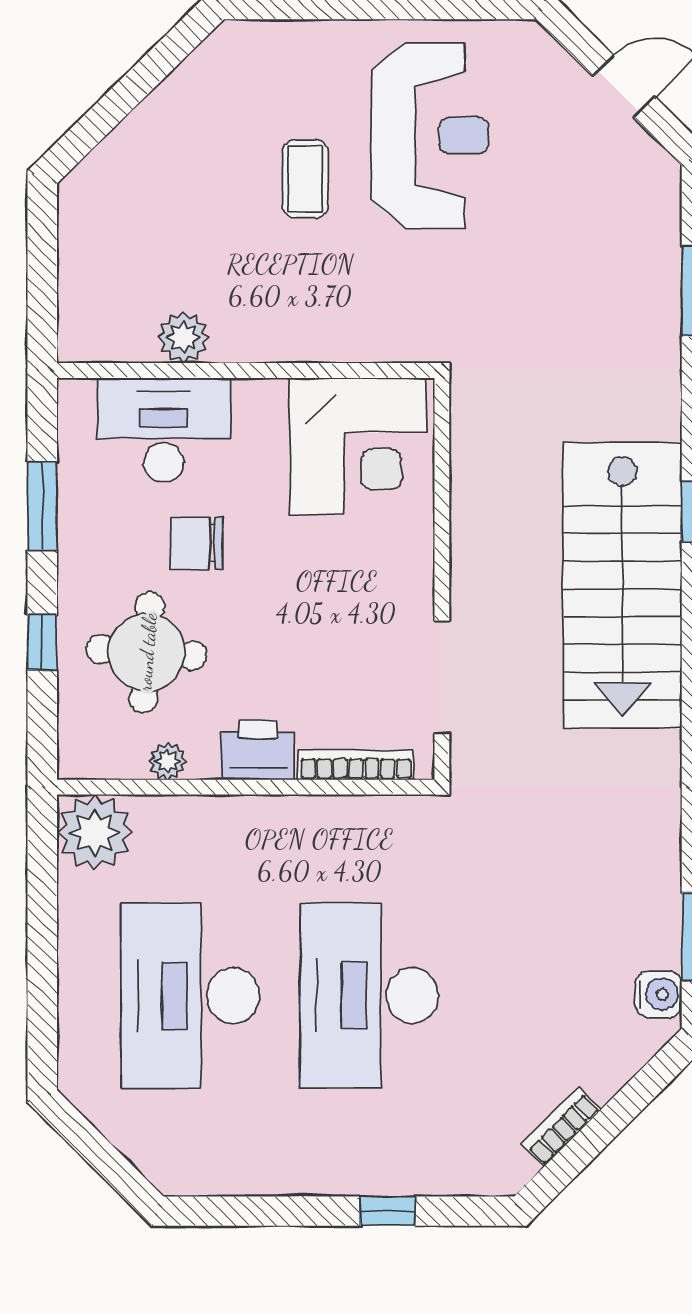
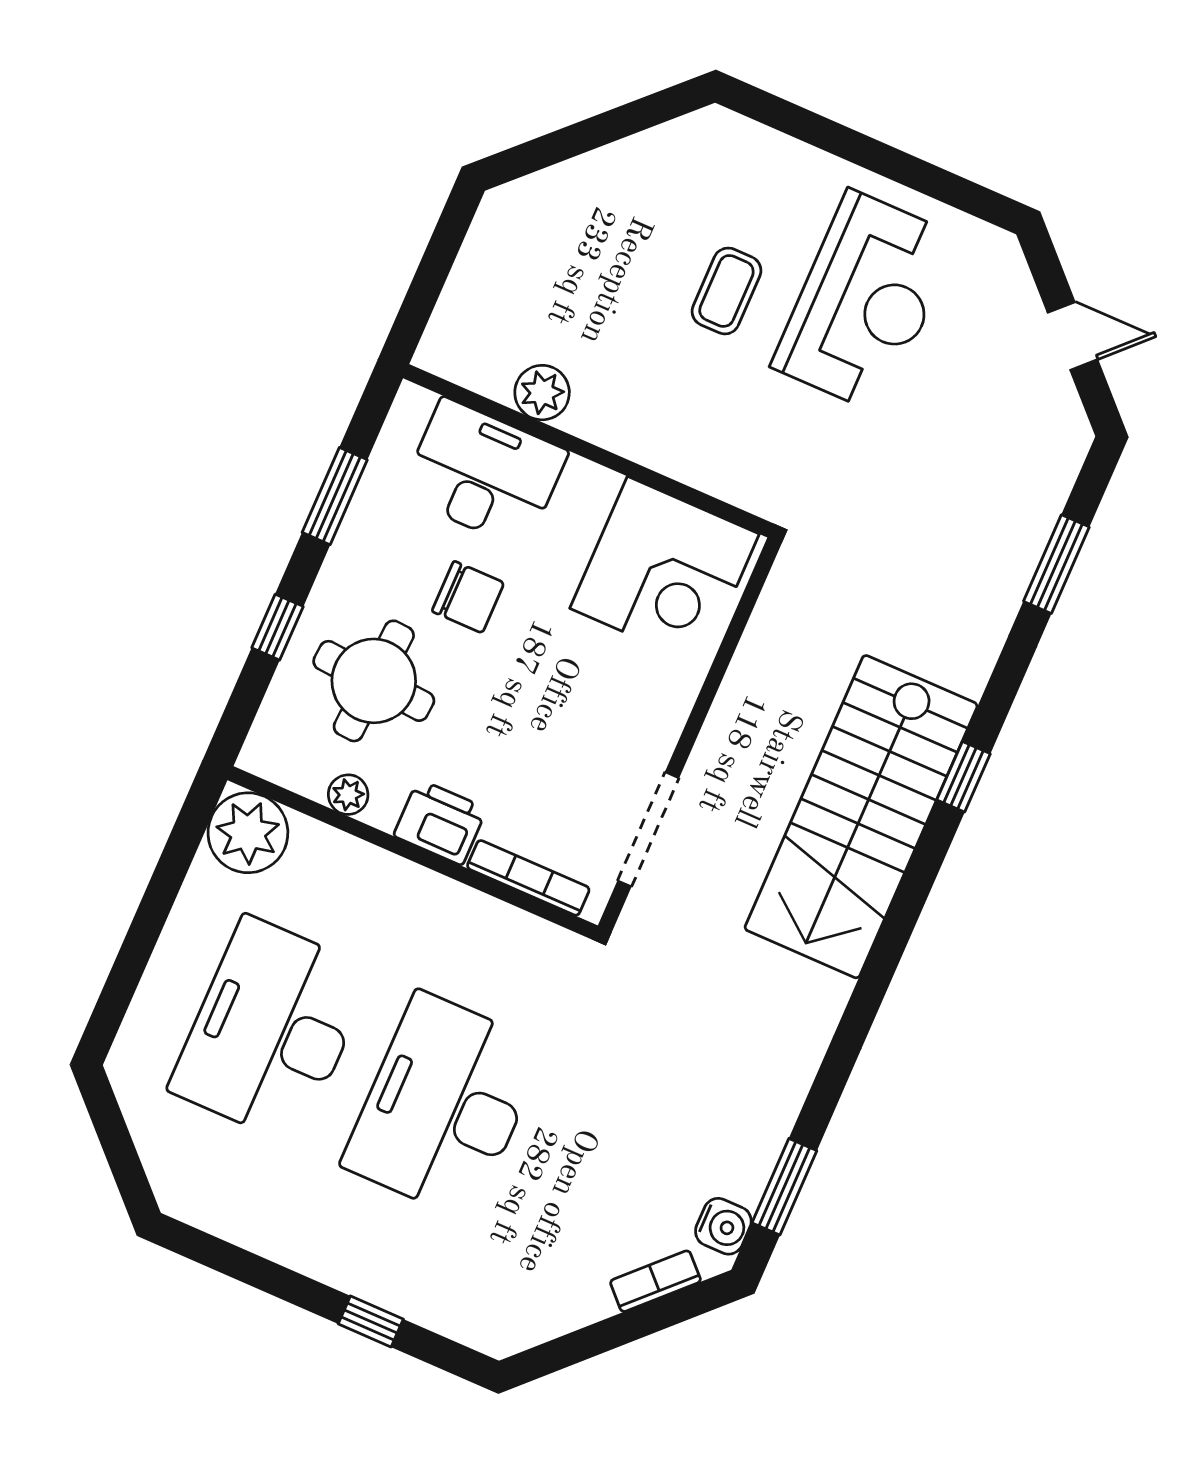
chair: (197, 544) -> (468, 597), turned 180
bookcase: (561, 1127) -> (655, 1281), moved

